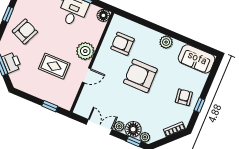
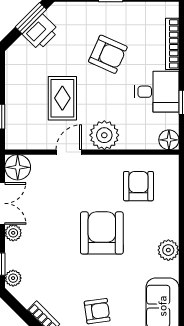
armchair: (25, 32) -> (108, 54), moved
door: (86, 75) -> (69, 152), swing flipped
floor lamp: (133, 129) -> (18, 167), moved

